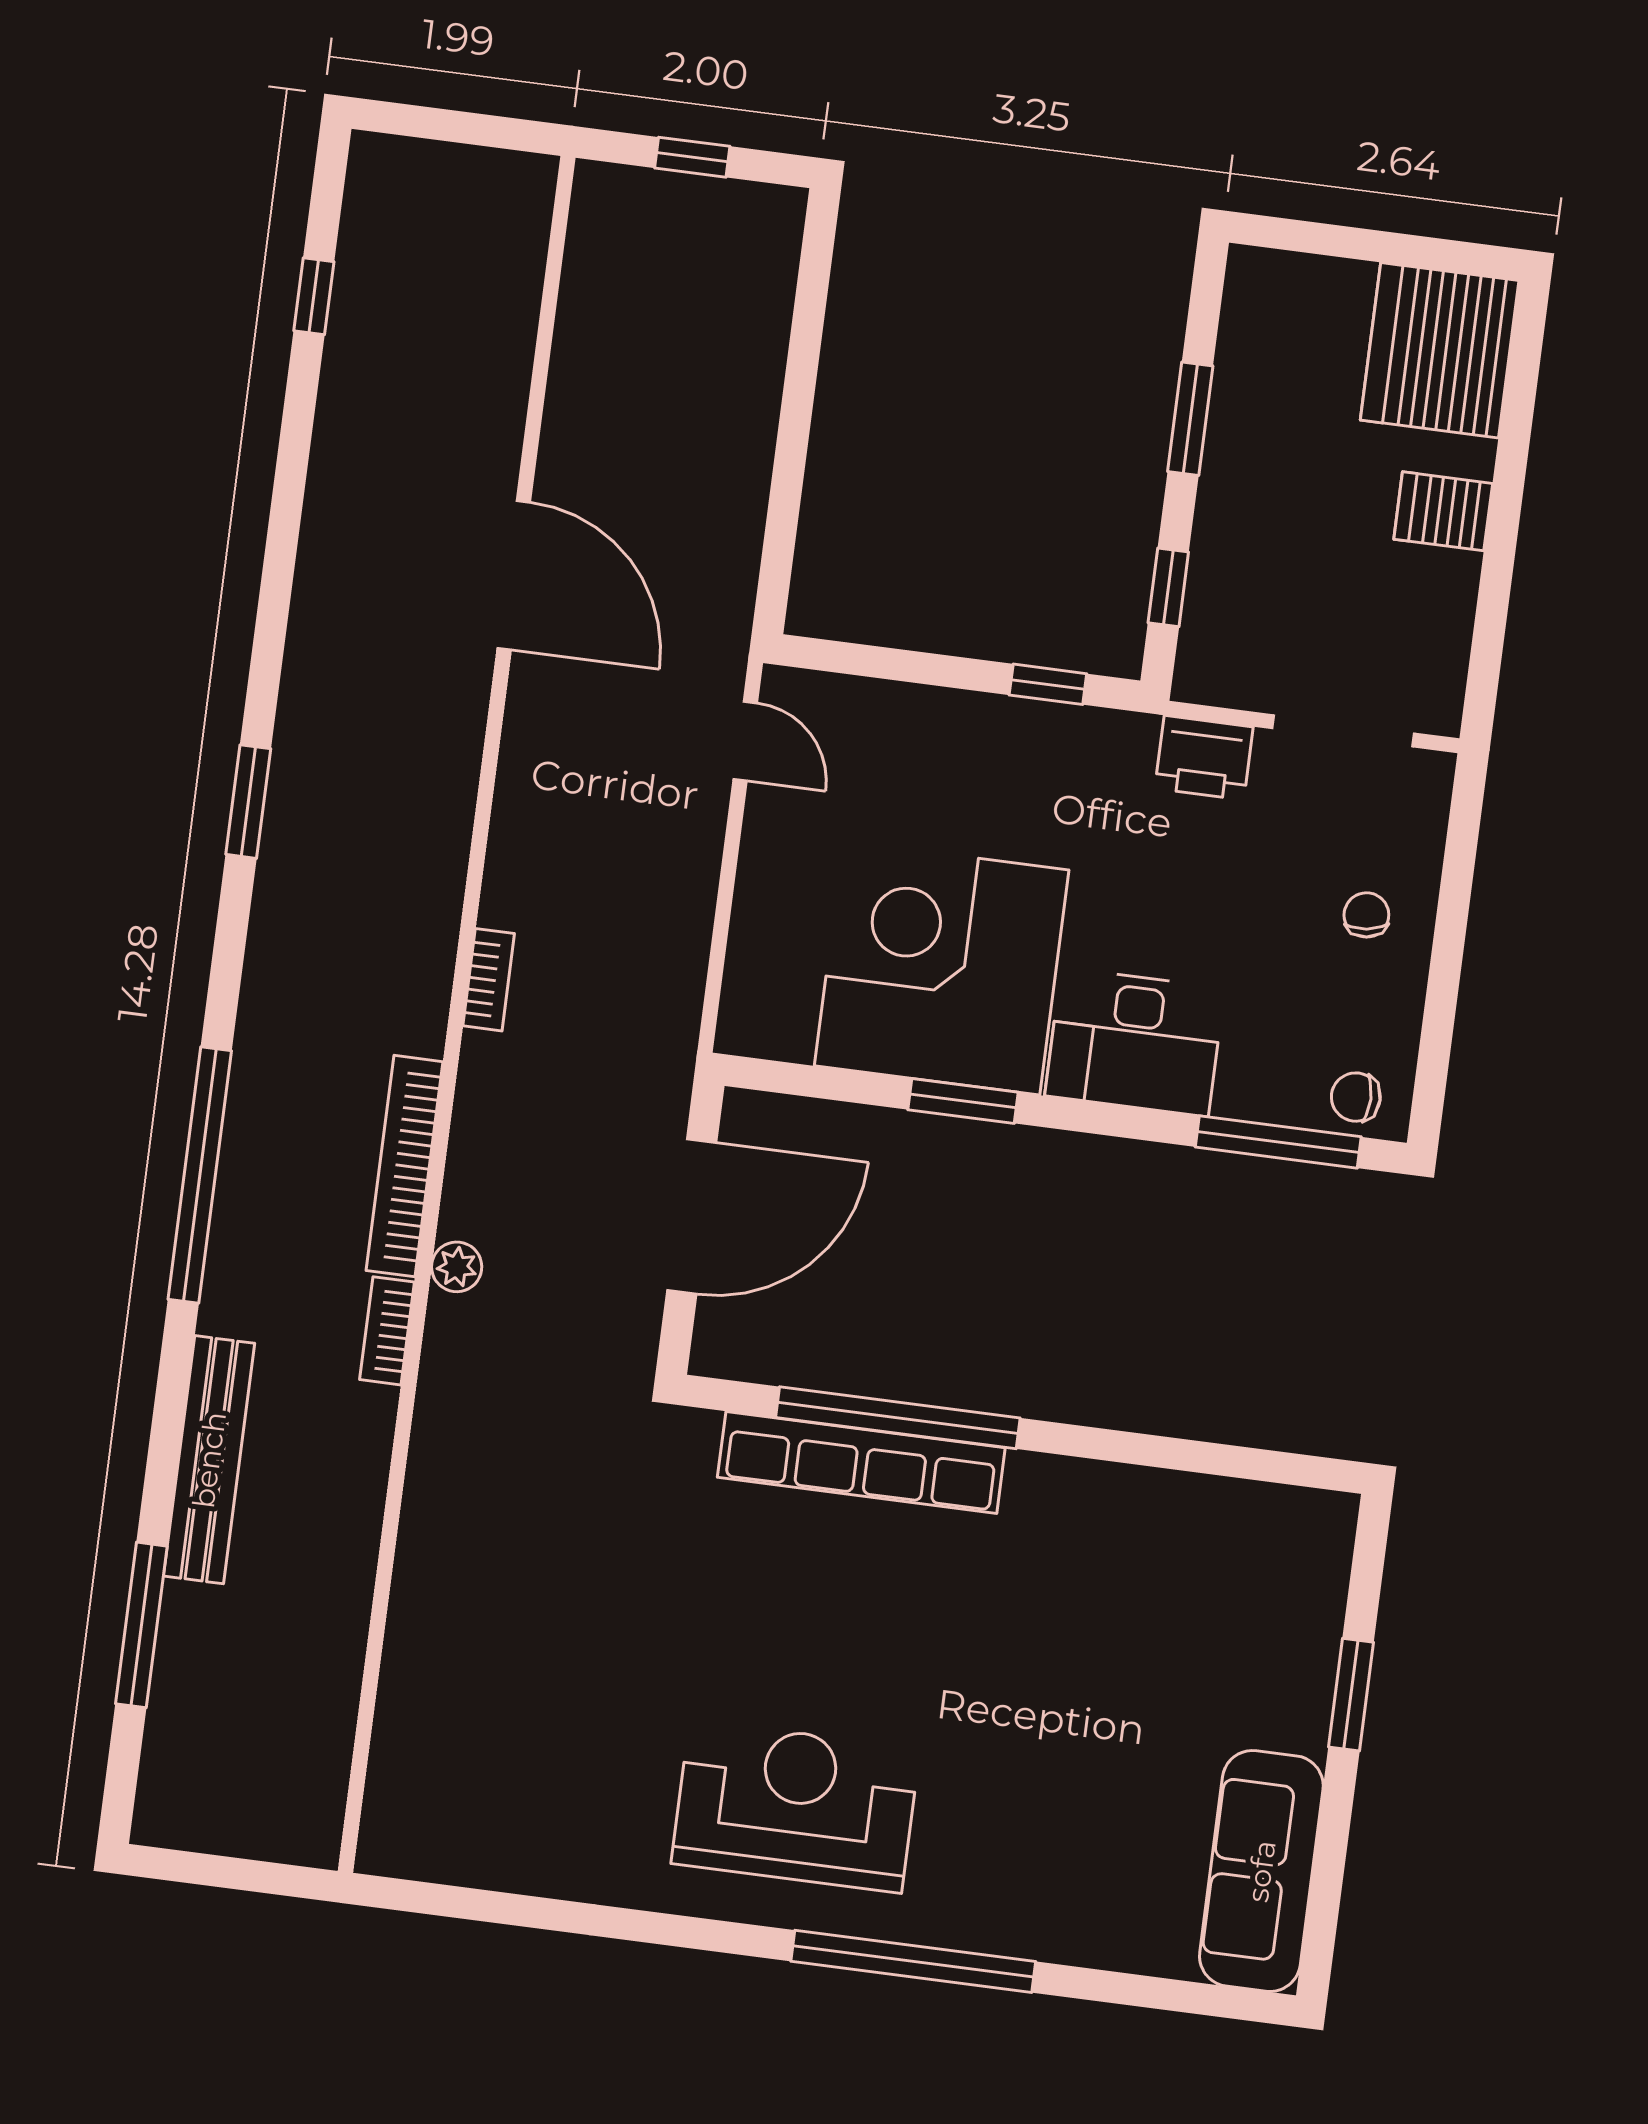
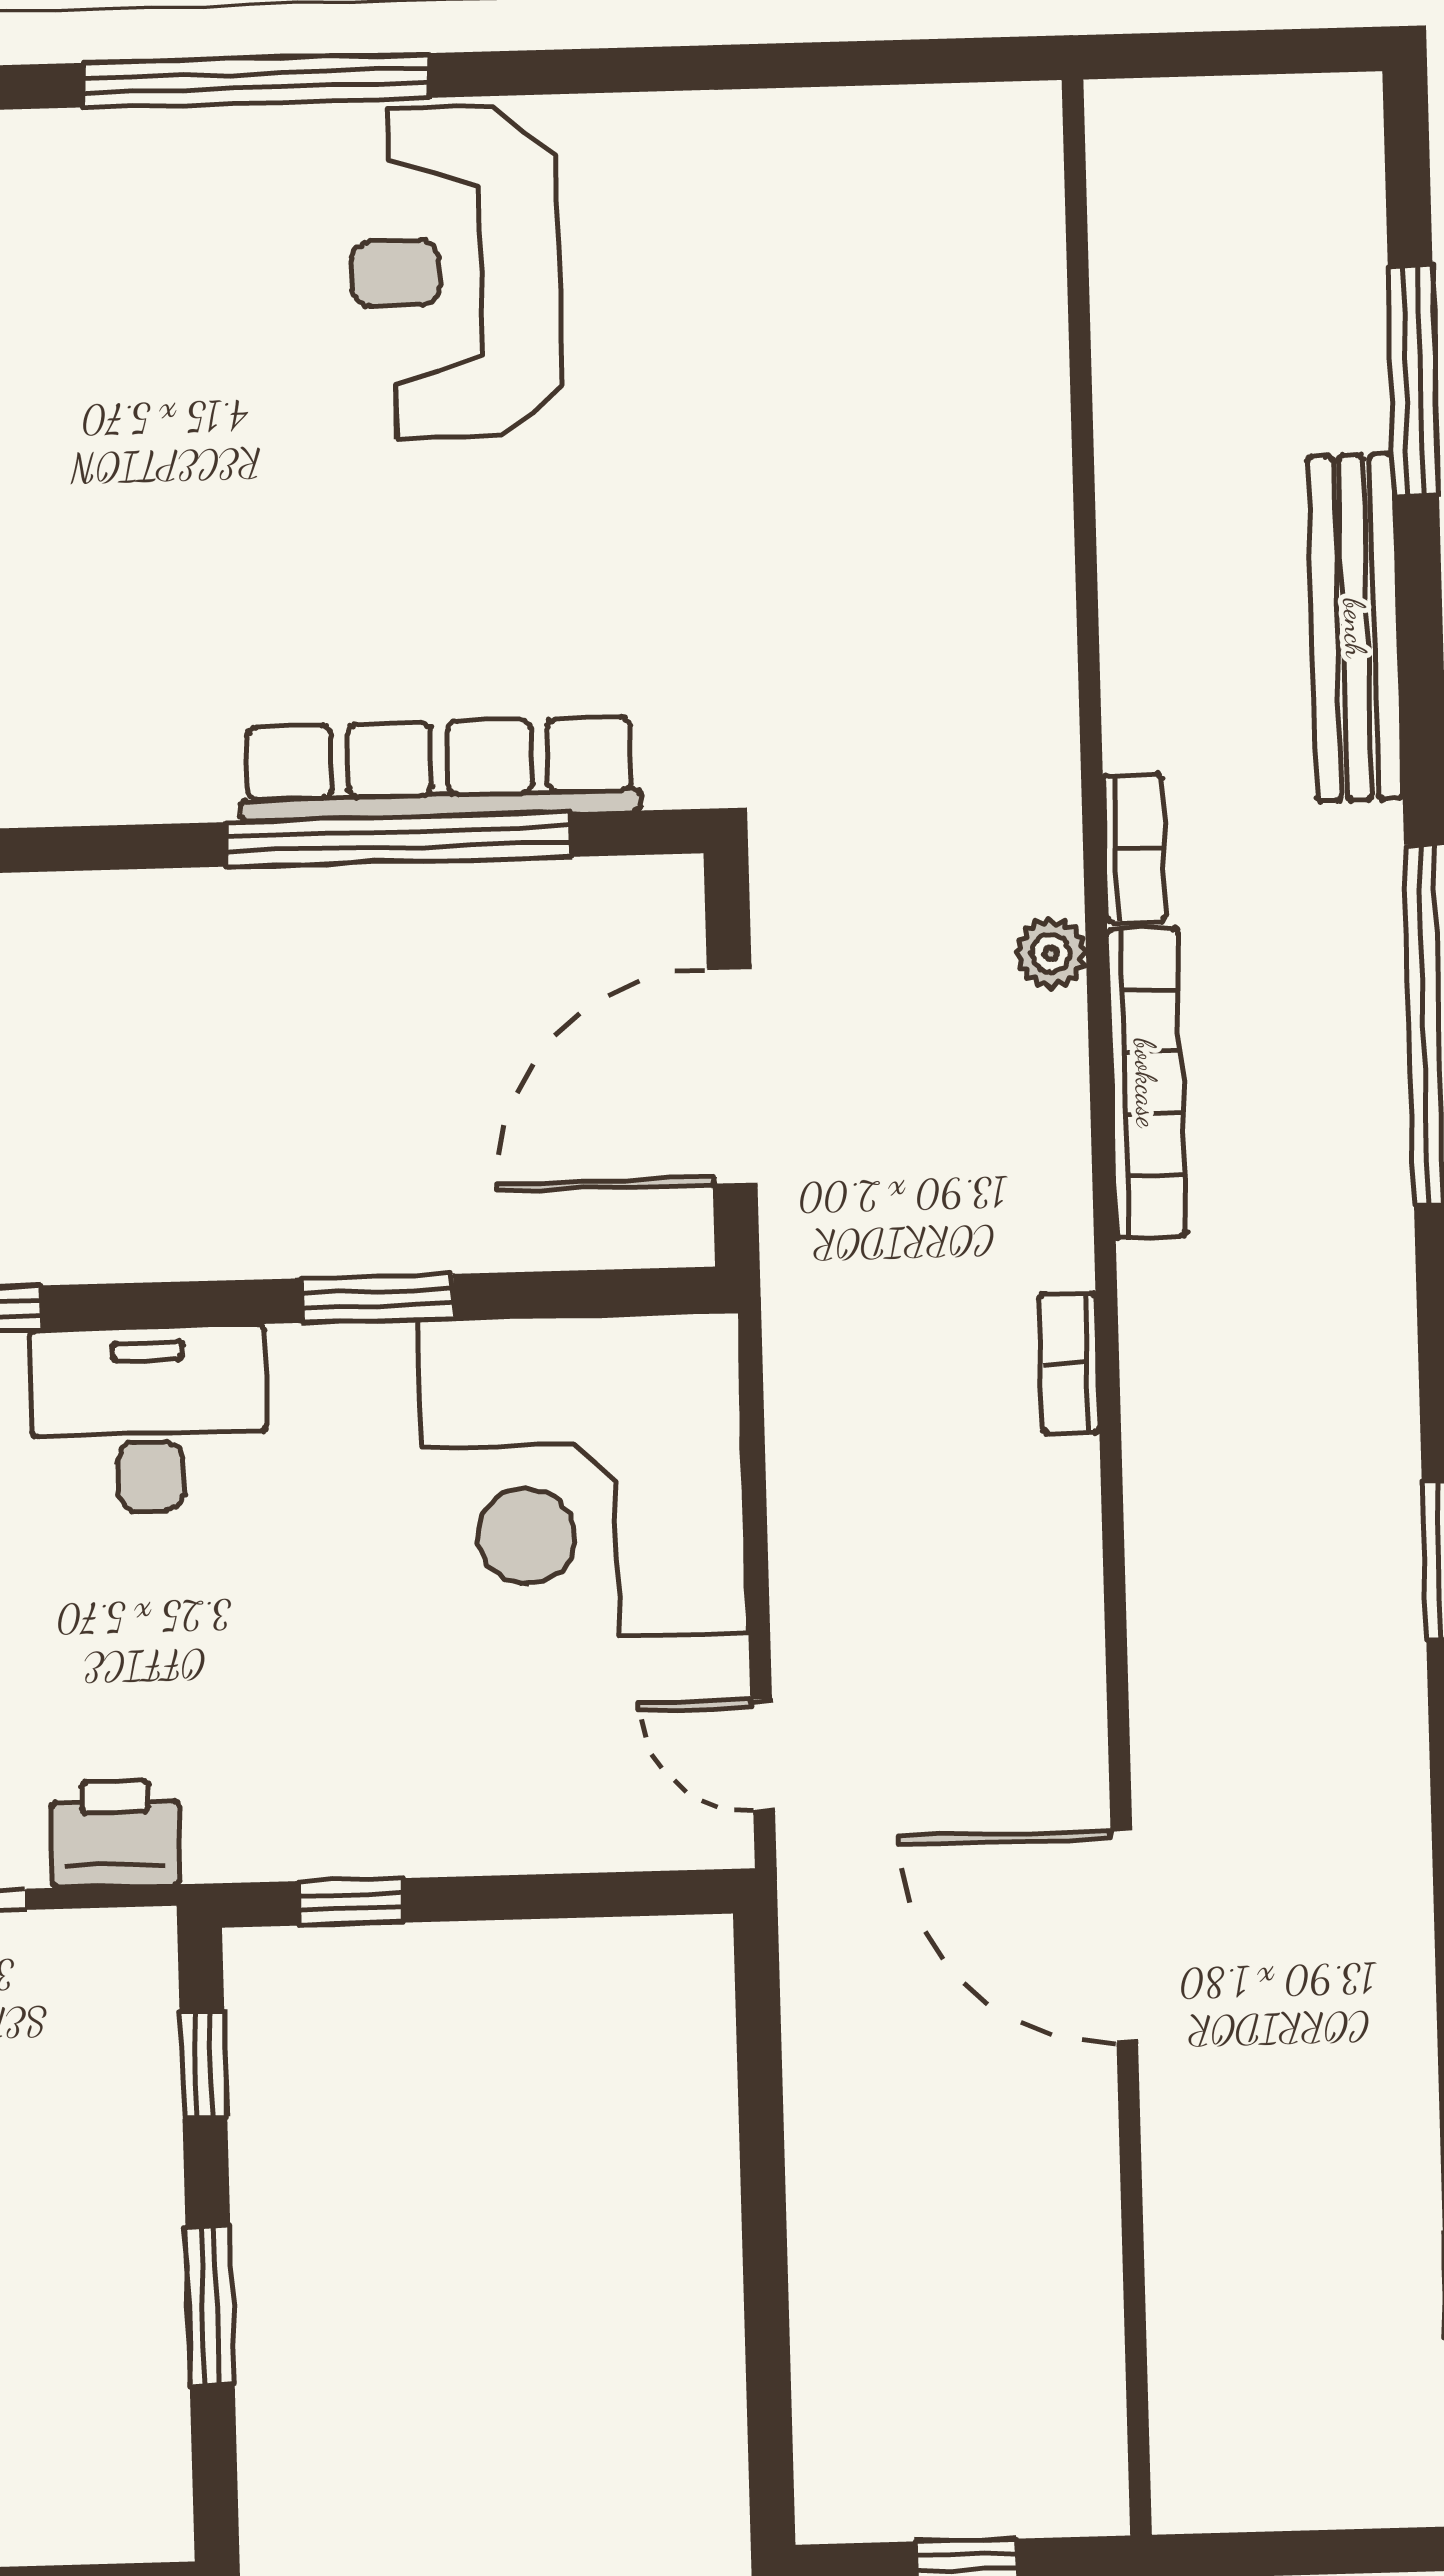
corner desk: (942, 968) -> (583, 1476), moved, turned 90
reception desk: (796, 1806) -> (455, 272), turned 90

